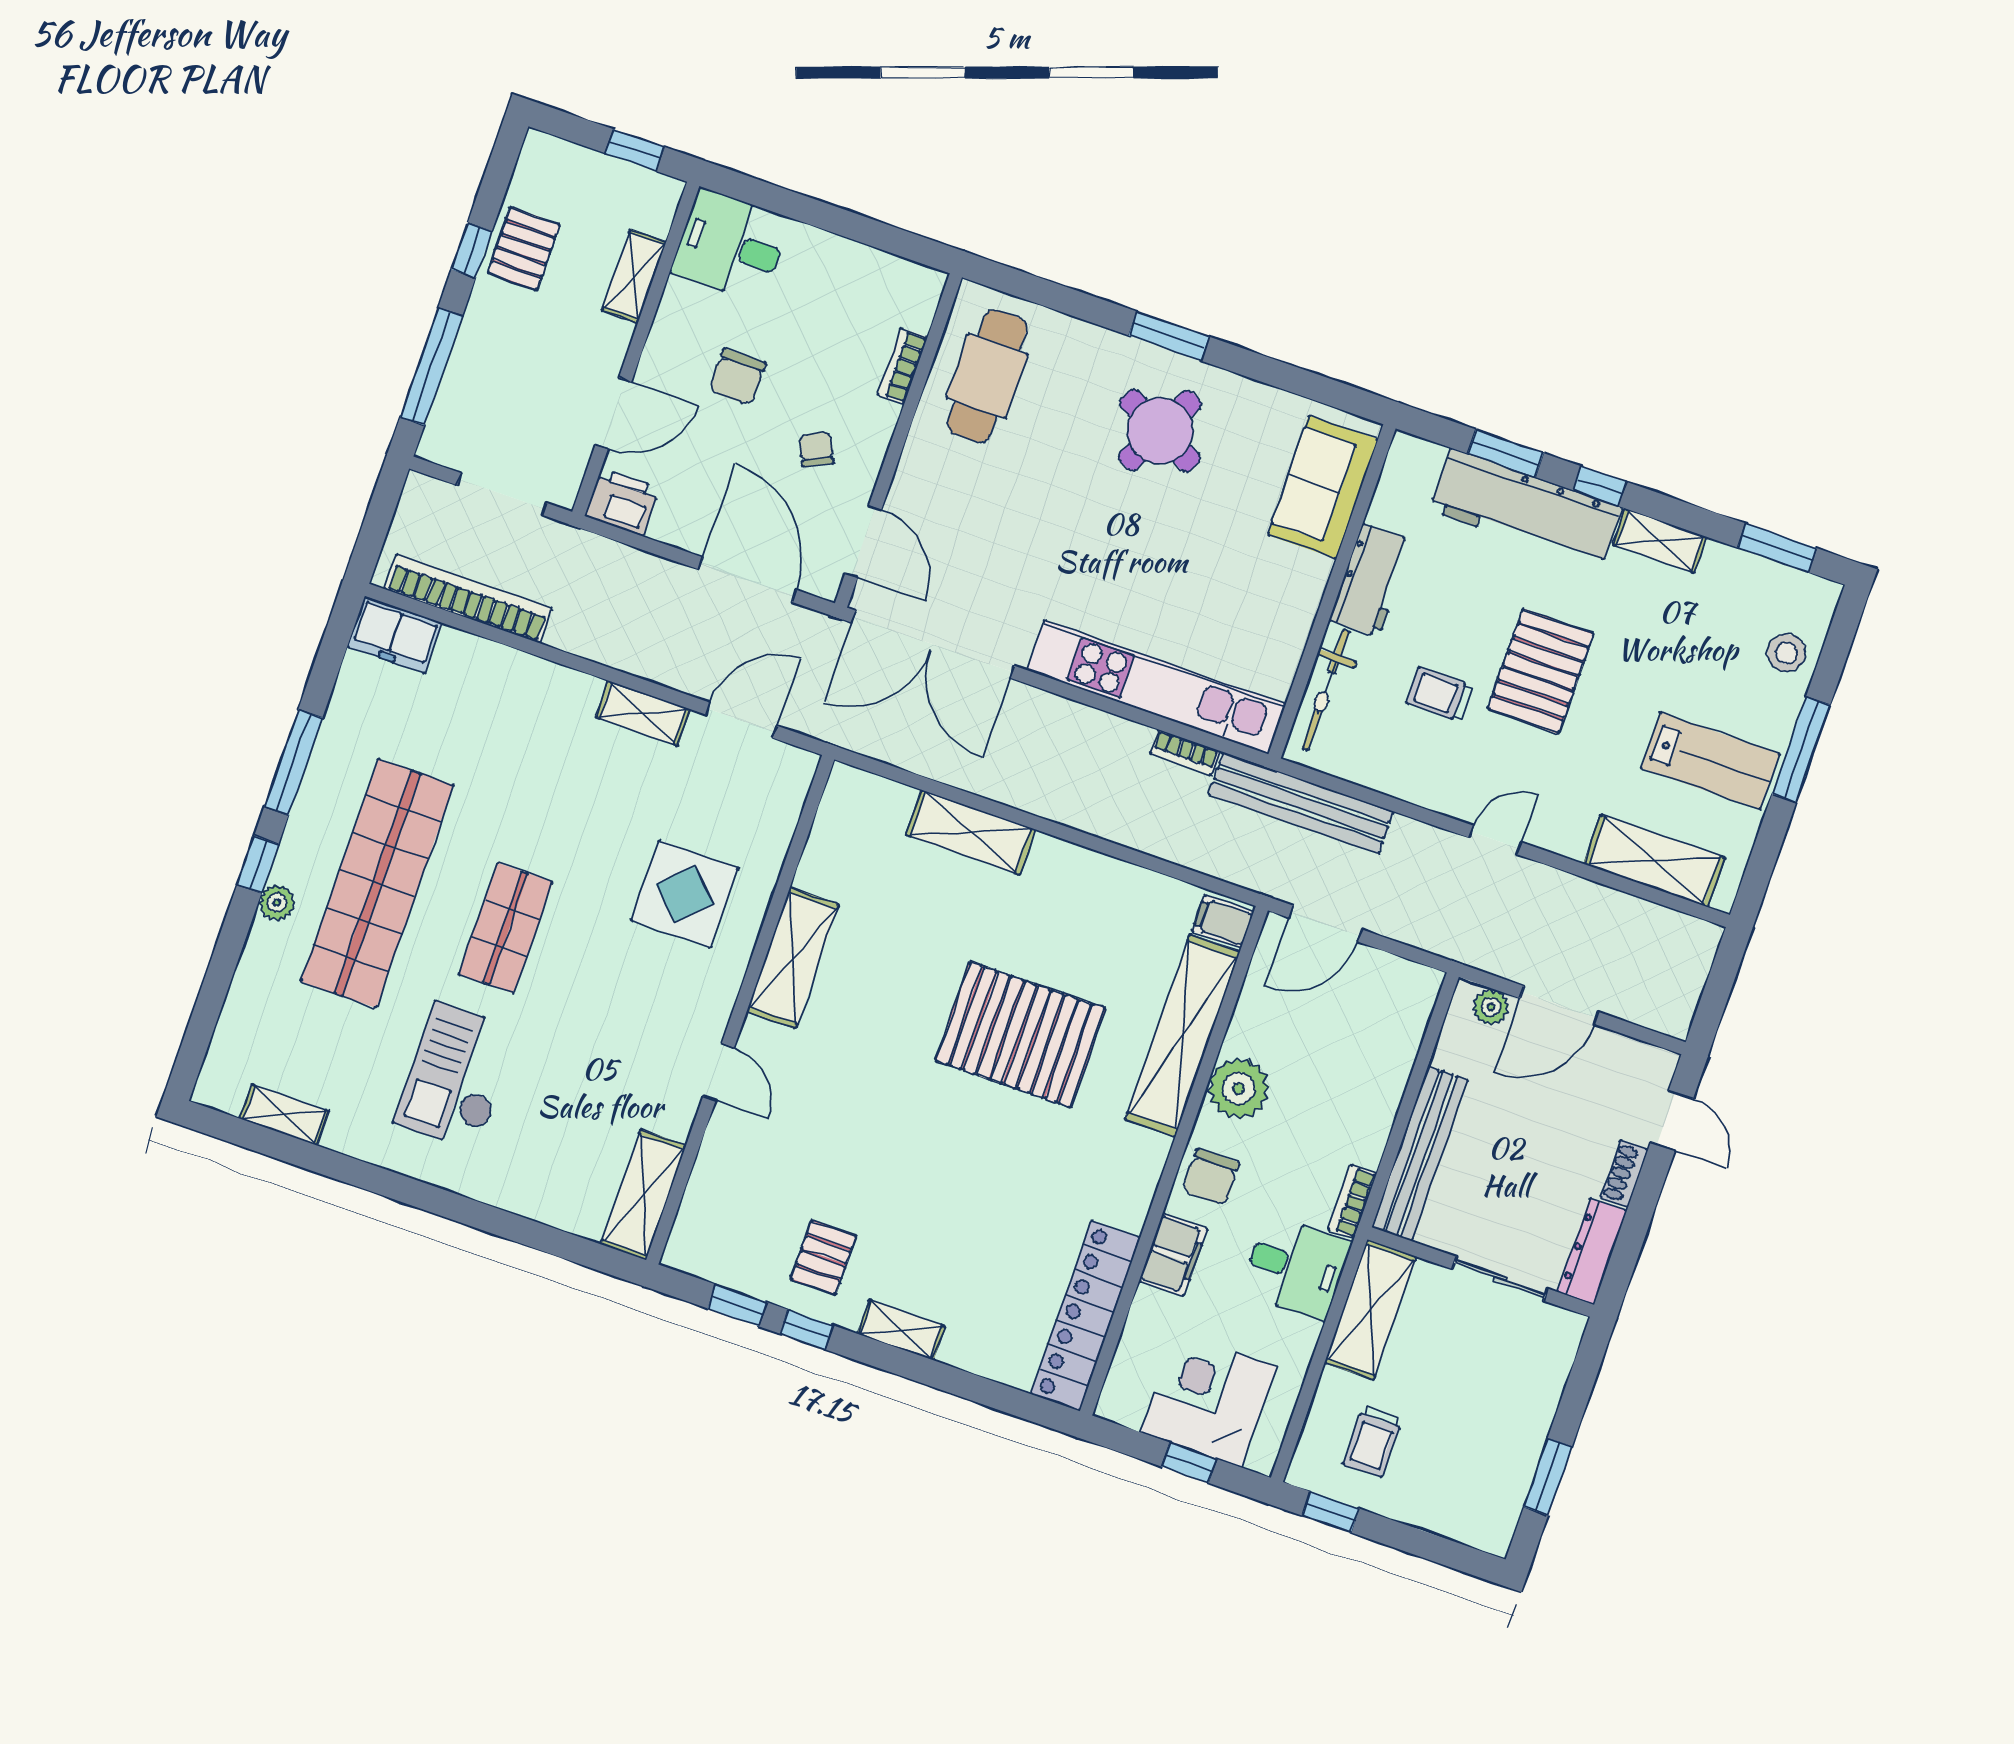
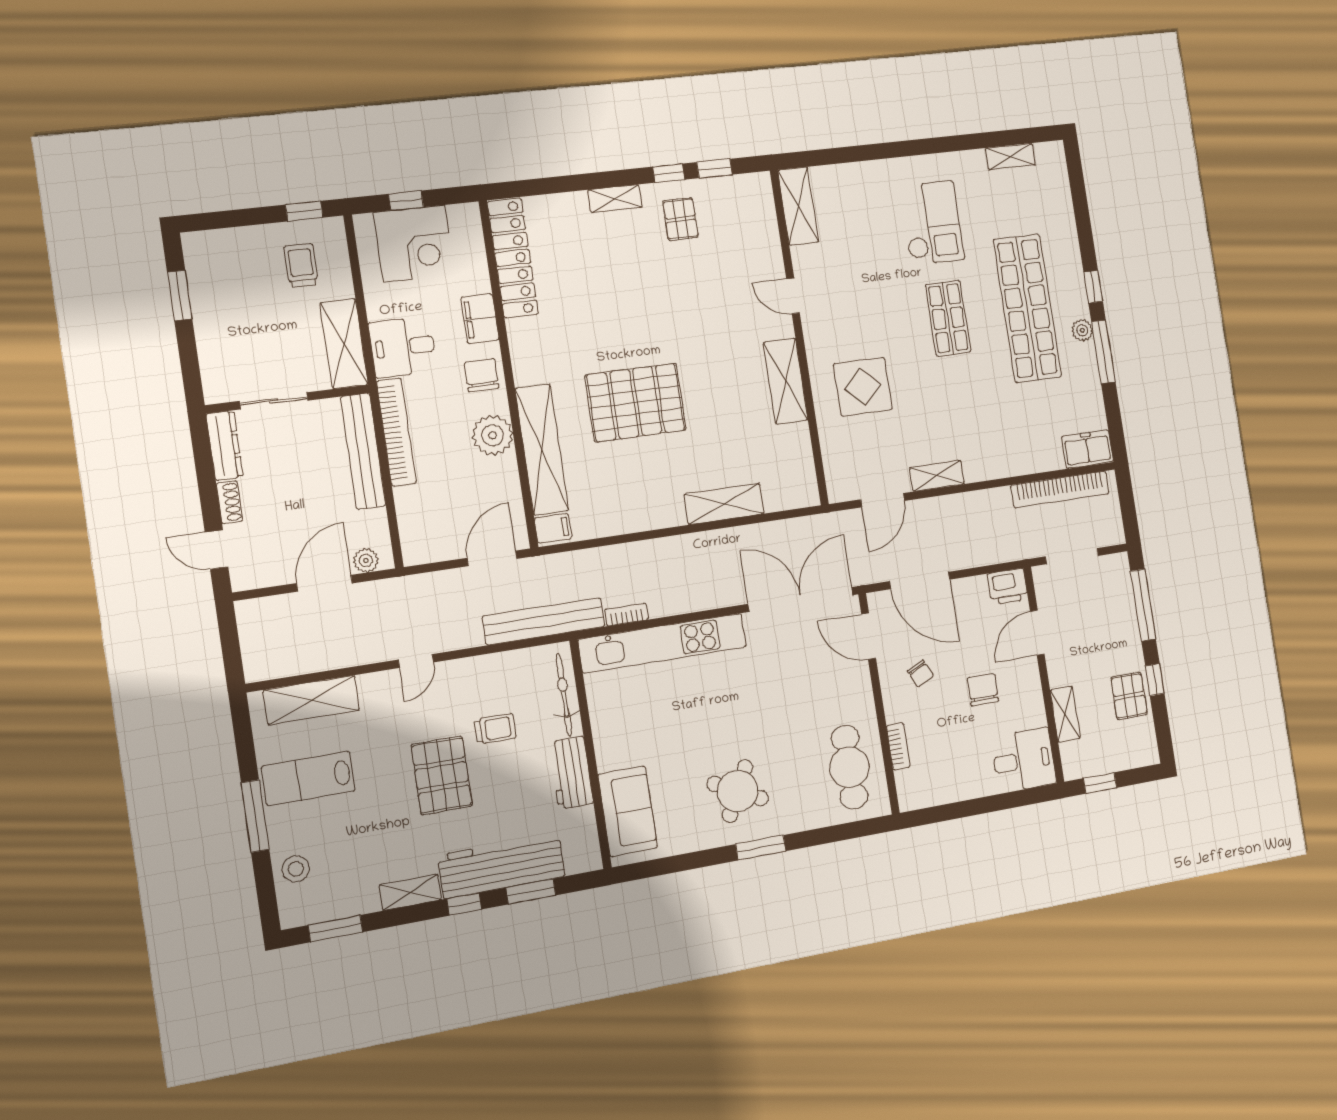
plant: (277, 903) -> (1082, 330), moved
bookcase: (1352, 1202) -> (396, 432), width x2.31, depth x1.31

